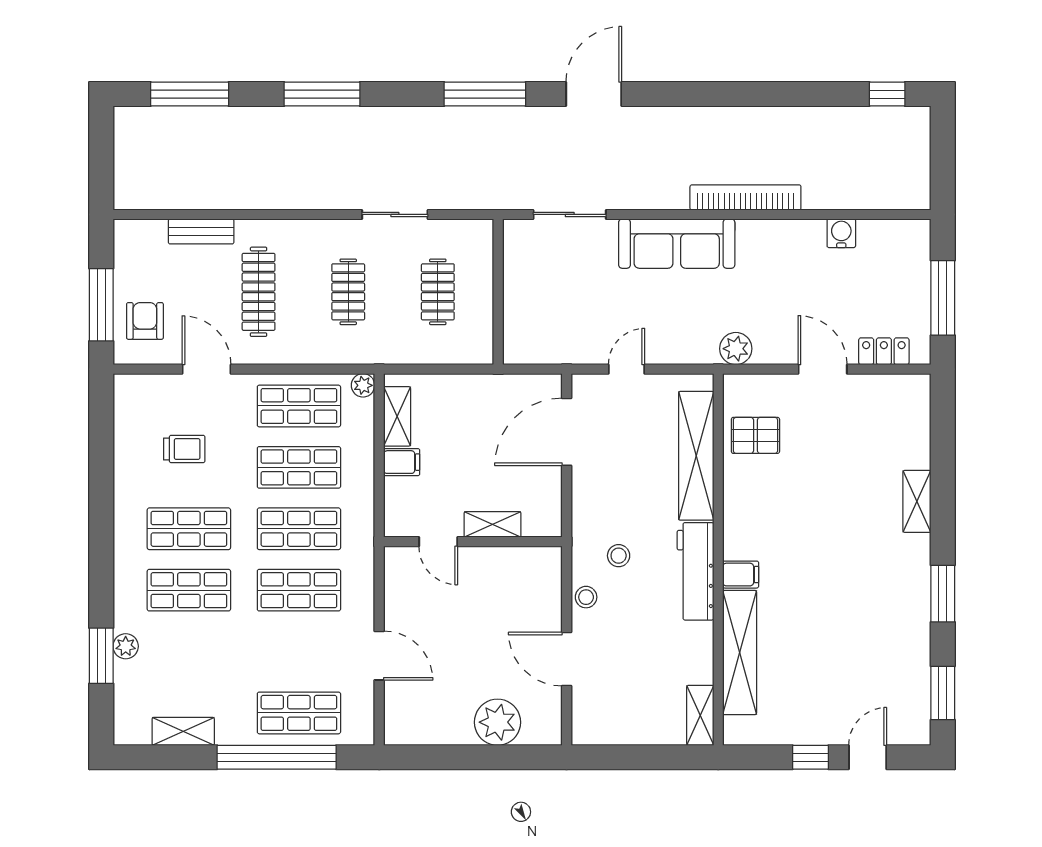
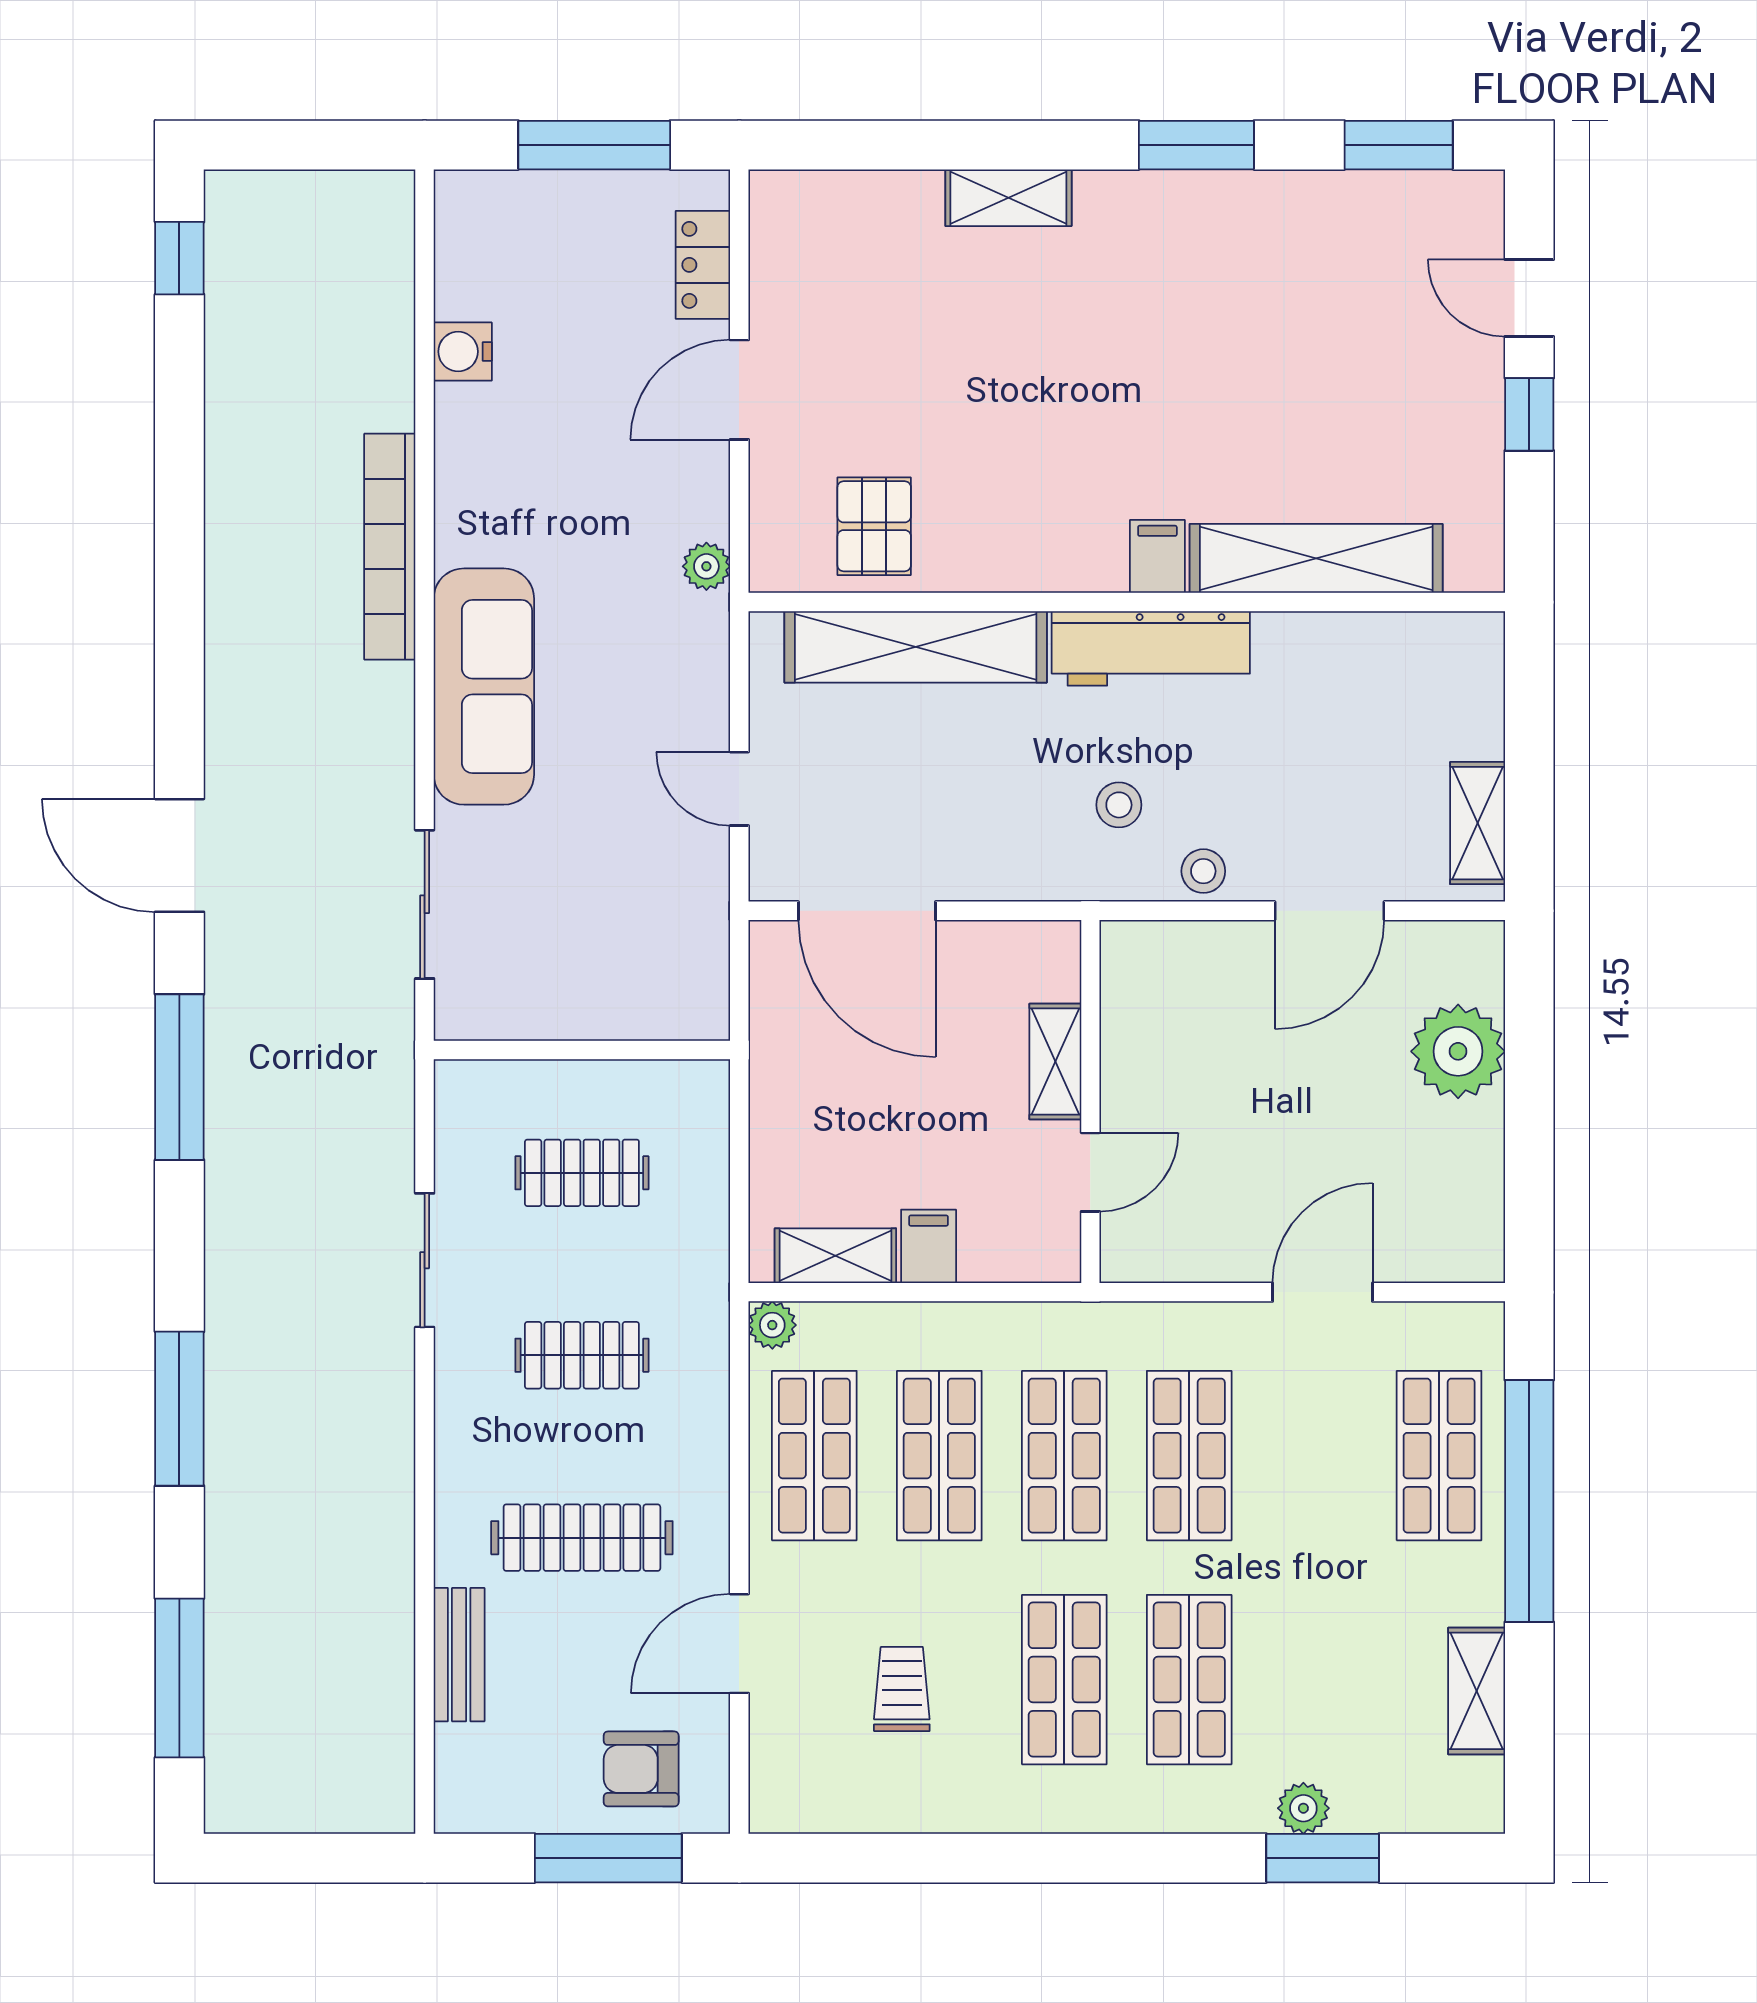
plant: (736, 349) -> (706, 566), width x0.73, depth x0.73
shelving: (700, 715) -> (1478, 823), moved, turned 90

